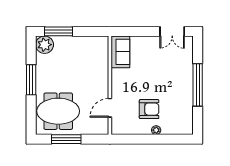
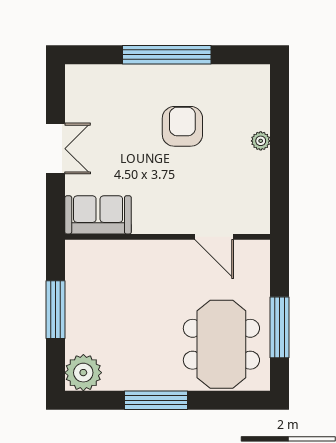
window: (58, 31) -> (56, 310), moved
double door: (172, 31) -> (56, 149), moved
armchair: (149, 109) -> (182, 126), moved

